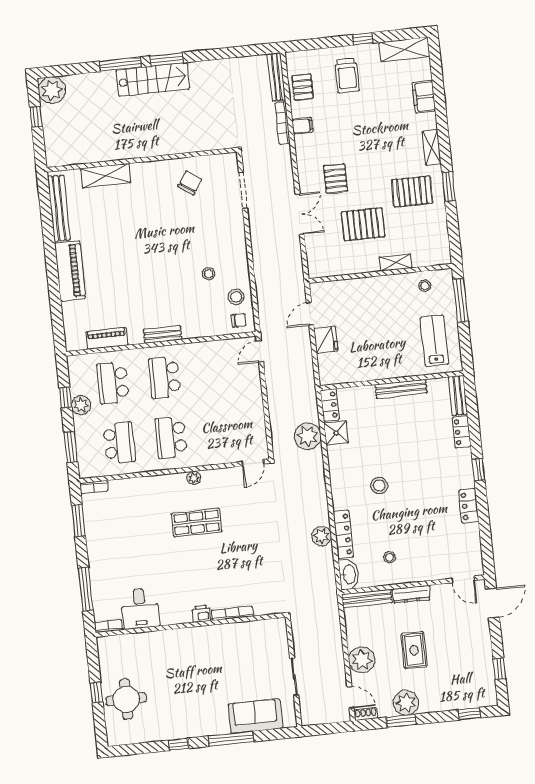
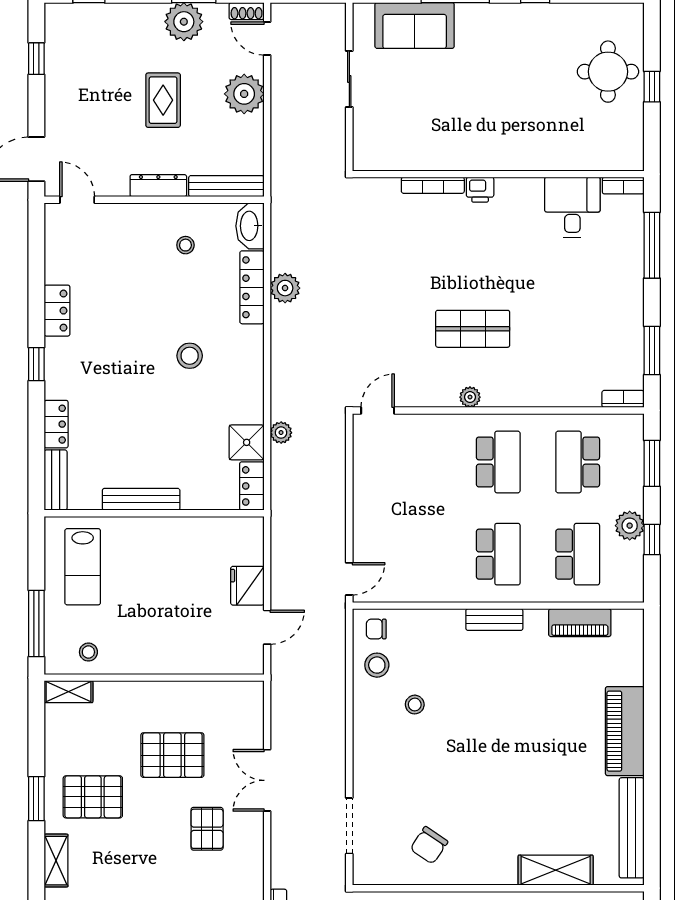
shelving: (395, 263) -> (68, 692), moved
plant: (308, 436) -> (281, 433), width x0.53, depth x0.53

